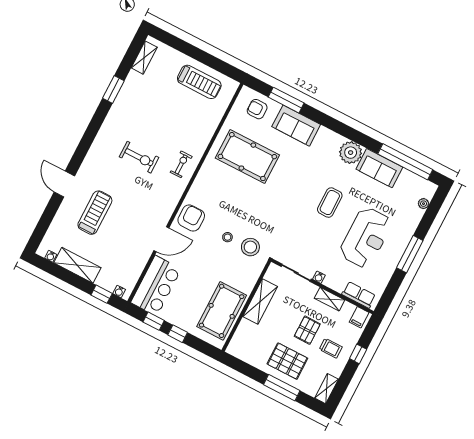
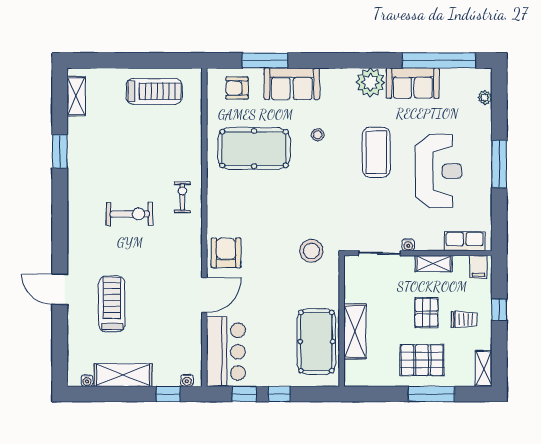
coffee table: (330, 203) -> (376, 152), width x1.36, depth x1.32
stool: (227, 237) -> (318, 135), moved
shelving: (260, 301) -> (355, 331), moved

